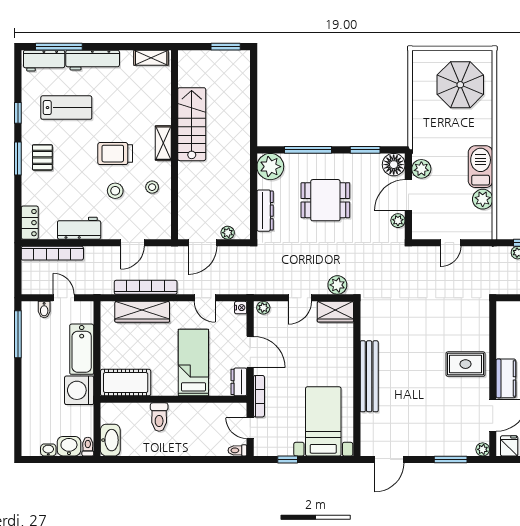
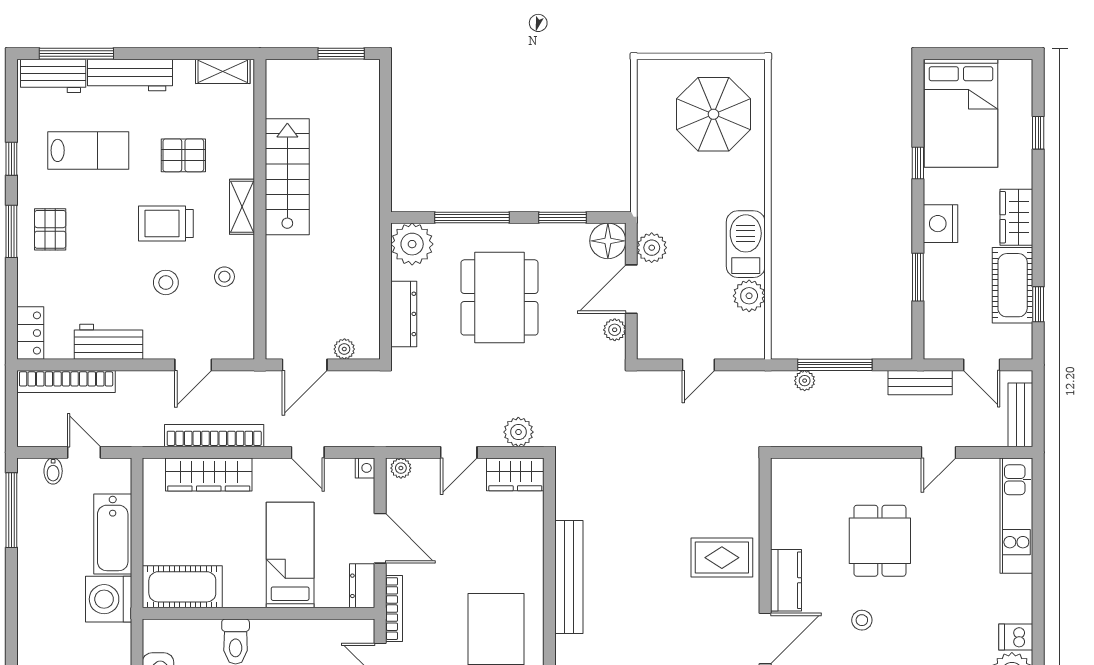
pallet: (126, 111) -> (183, 155), added
dining table: (325, 200) -> (499, 297), width x1.38

